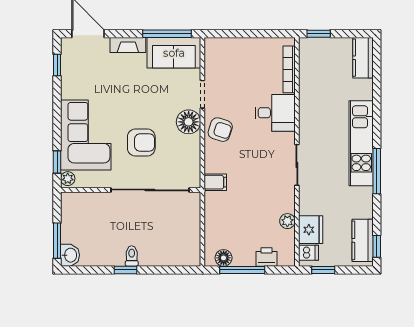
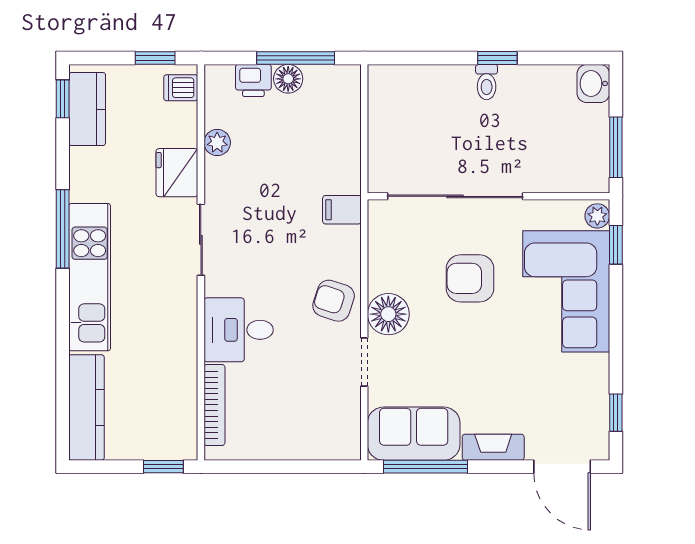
kitchen counter: (363, 58) -> (86, 407), width x1.50
fridge: (311, 230) -> (177, 173), moved
window: (57, 241) -> (616, 147), moved
floor lamp: (224, 258) -> (288, 79), moved

